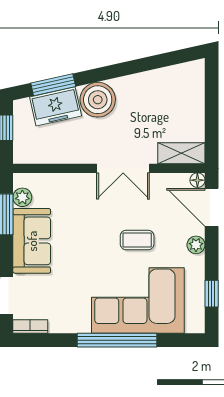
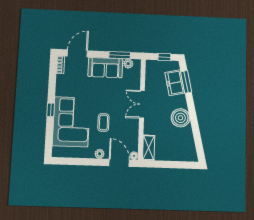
boiler: (98, 100) -> (180, 118), moved
double door: (123, 168) -> (142, 104), moved
door: (212, 207) -> (119, 163), hinge flipped
window: (212, 294) -> (73, 161), removed
window: (117, 340) -> (51, 110), width x0.32

